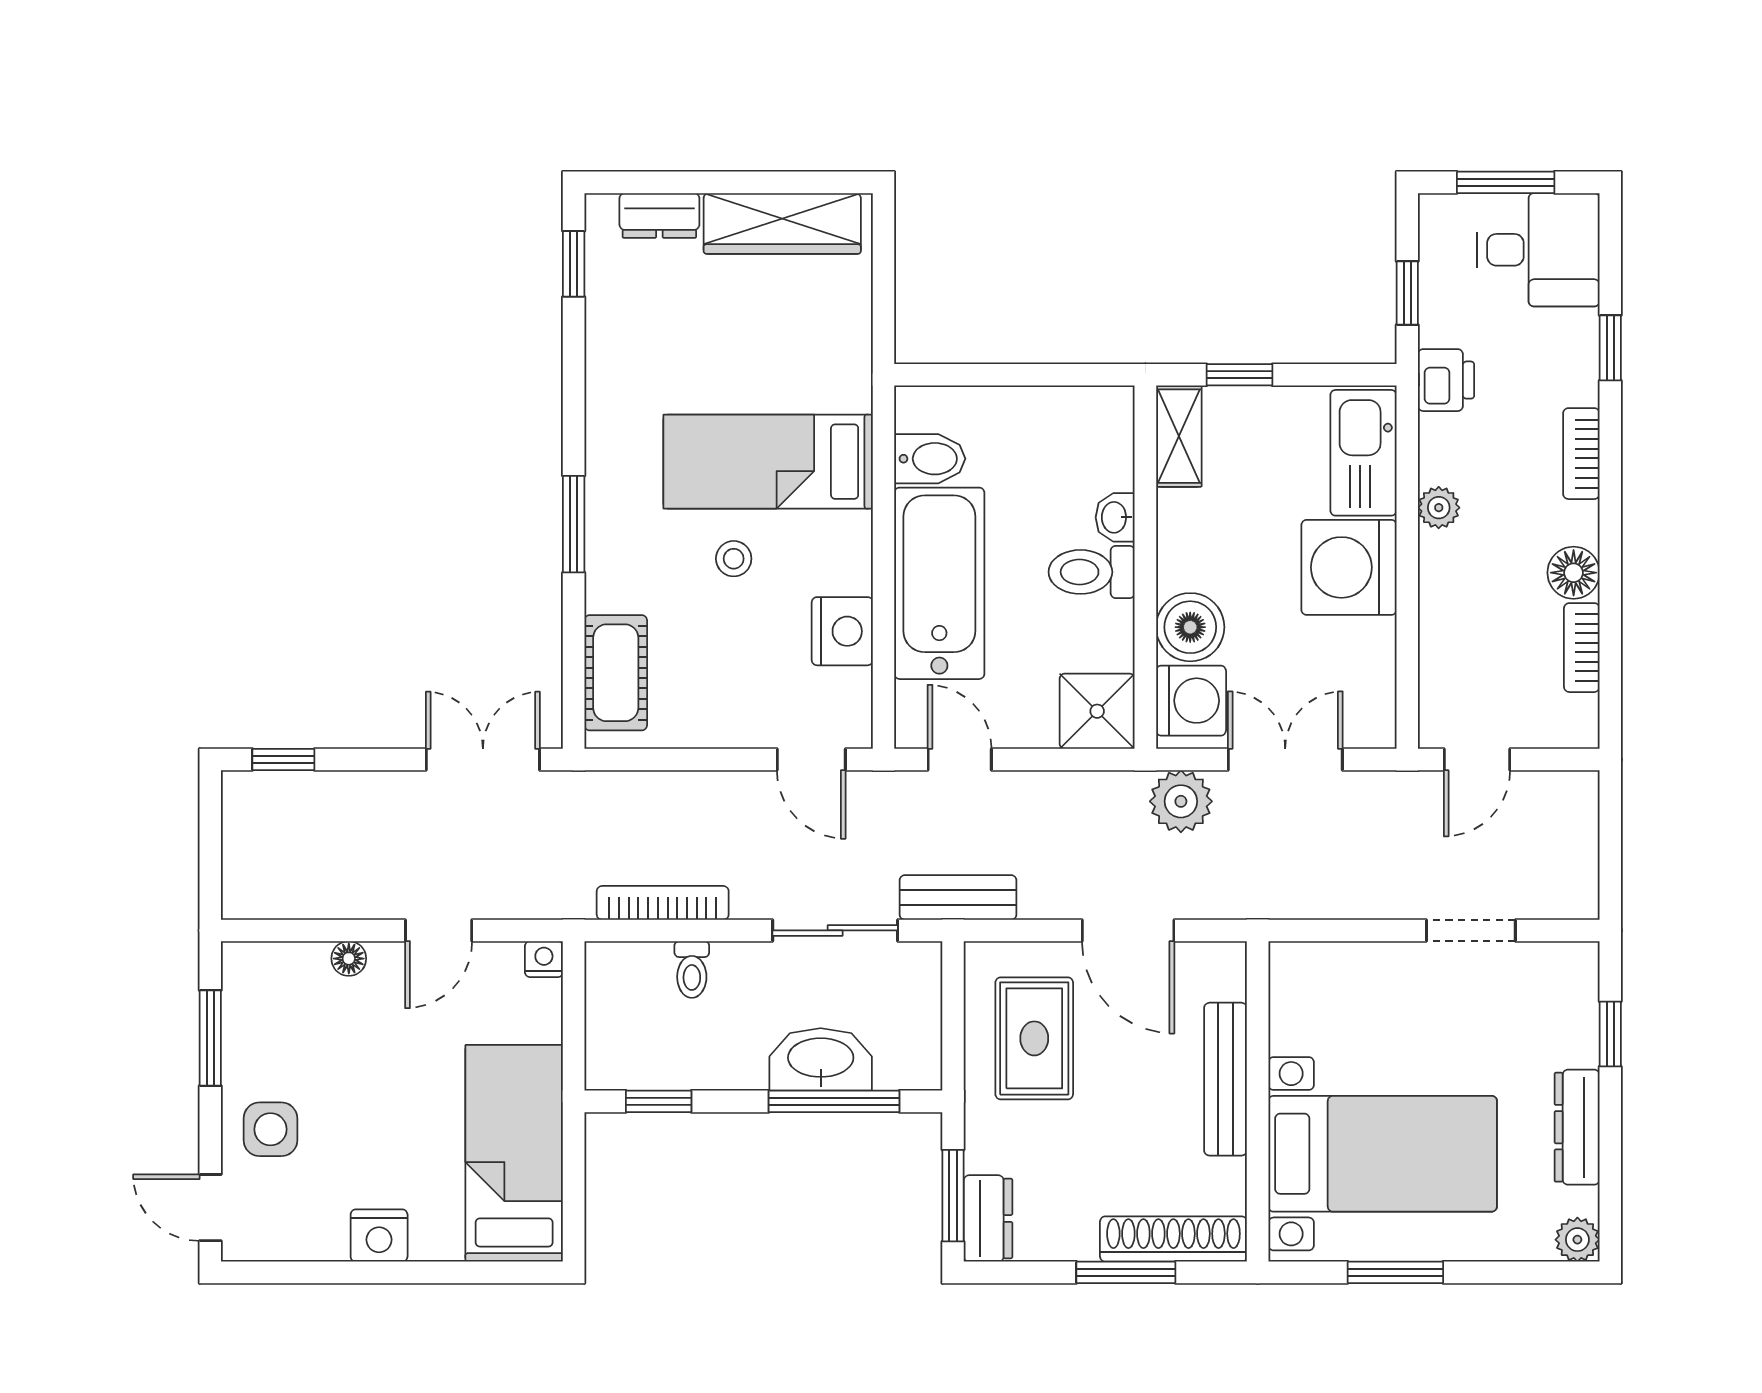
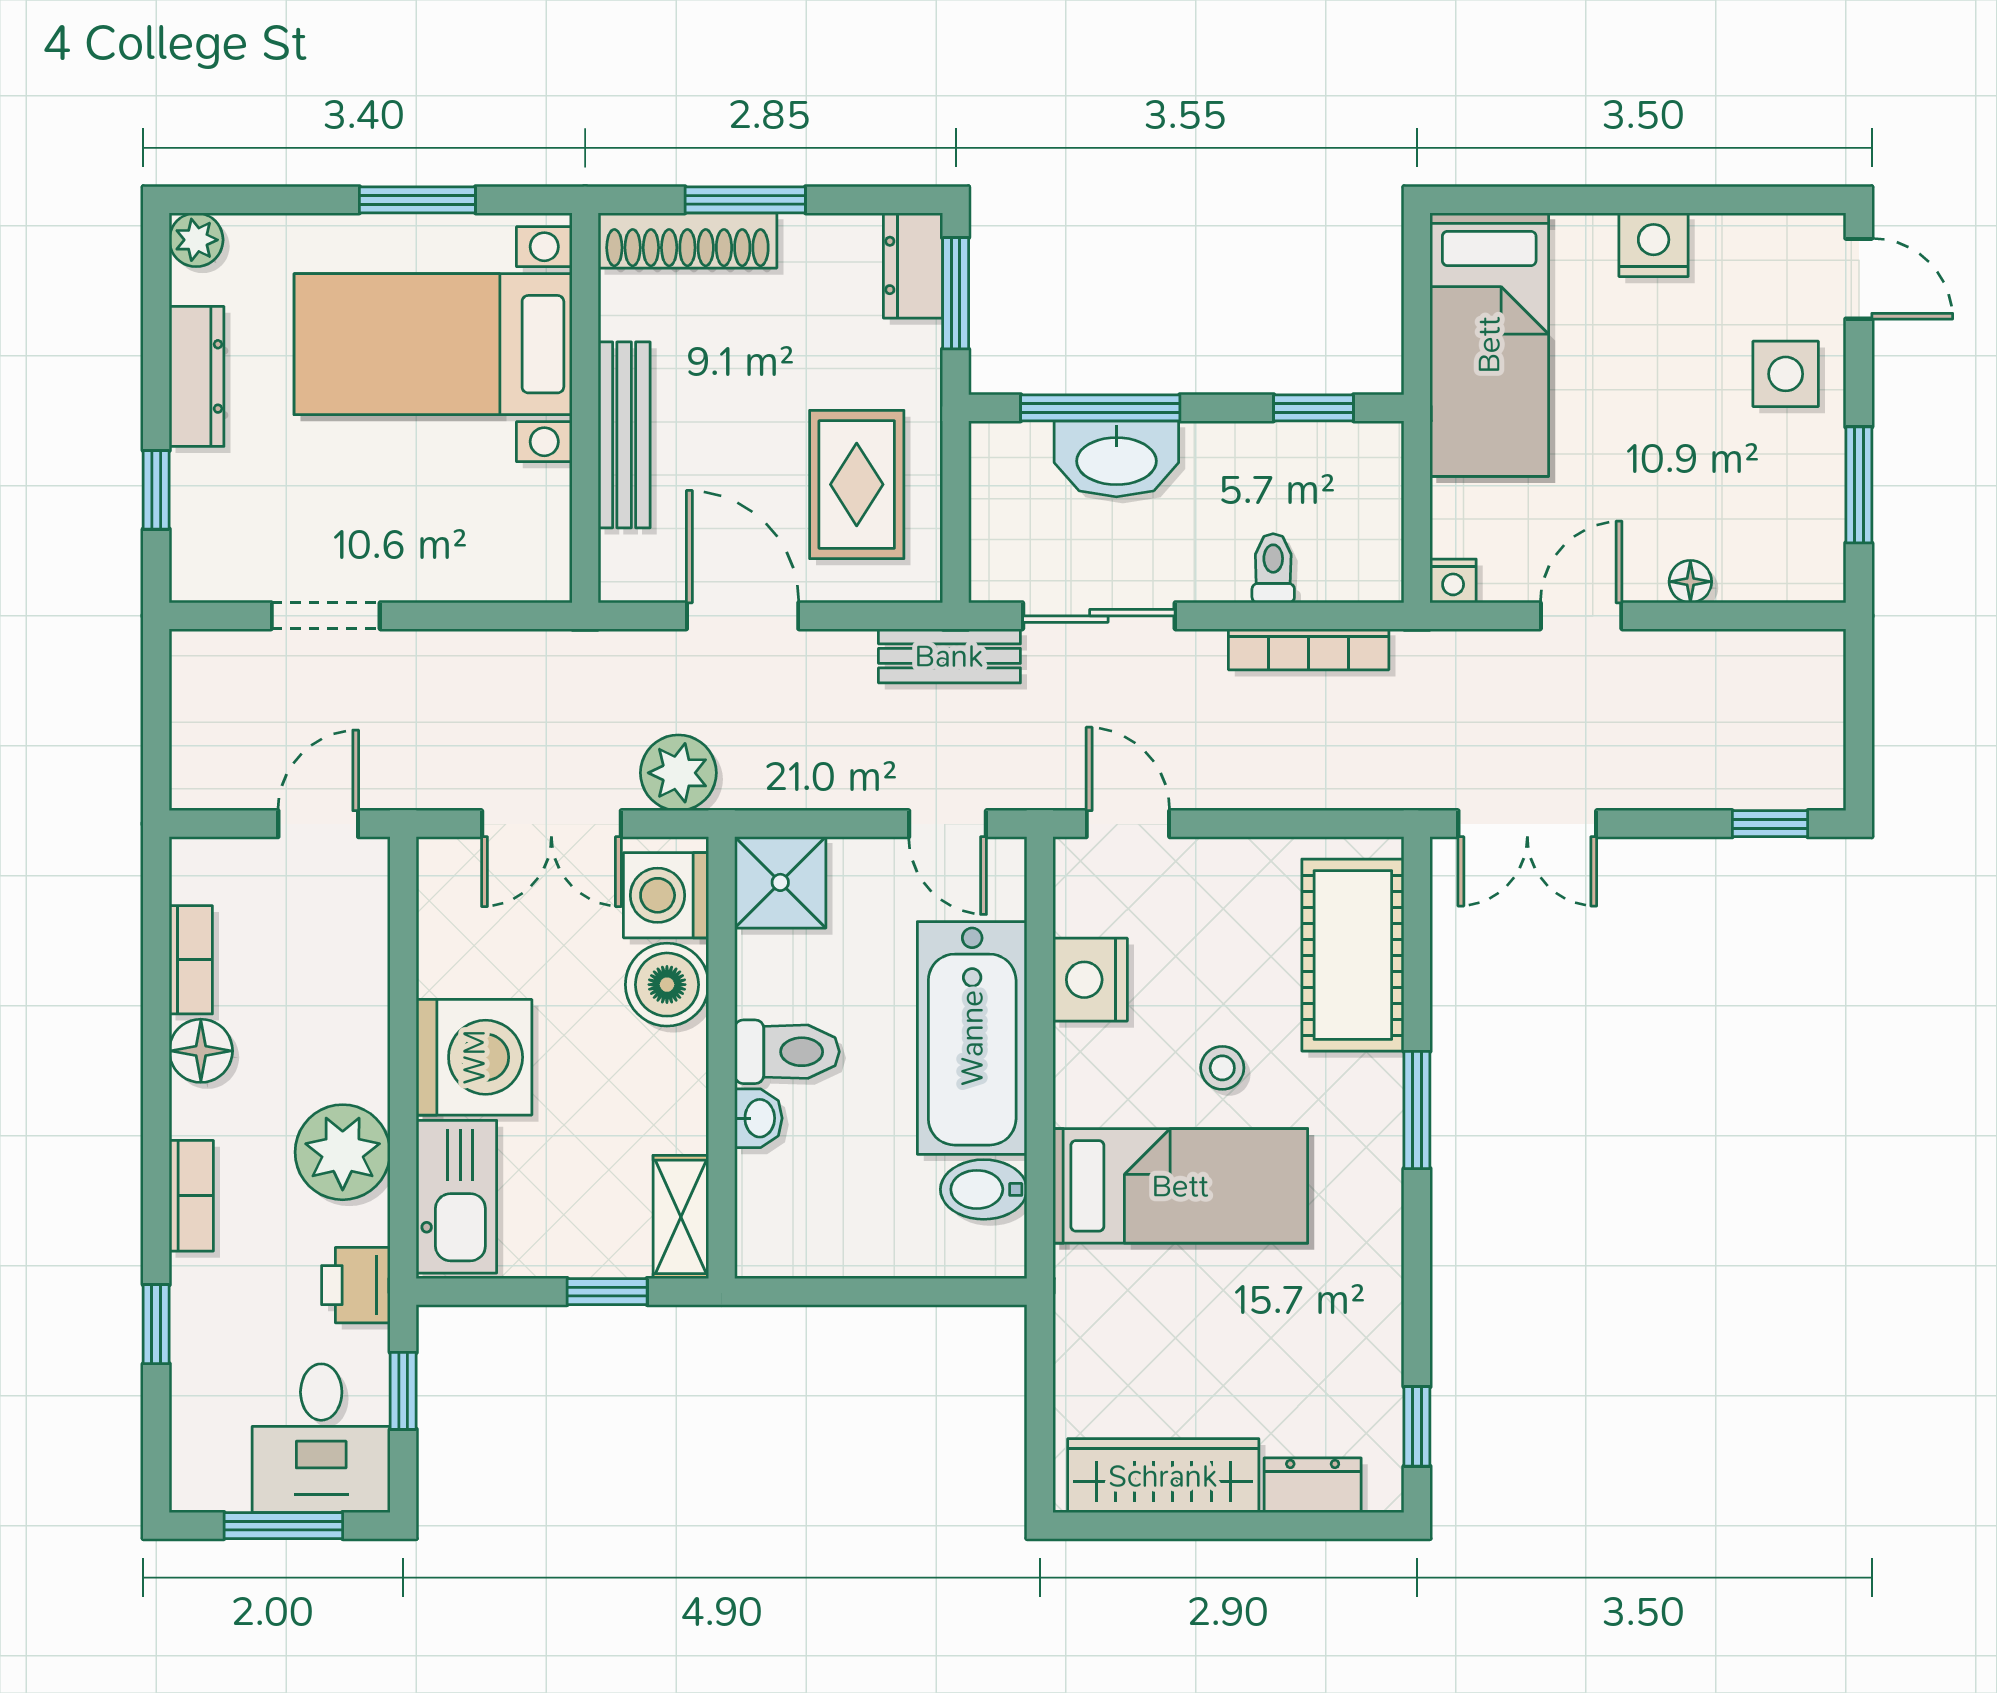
desk: (1538, 250) -> (321, 1438), moved, turned -90
plant: (1439, 508) -> (343, 1152), width x1.88, depth x1.88
cot: (616, 673) -> (1353, 955), width x1.37, depth x1.34

